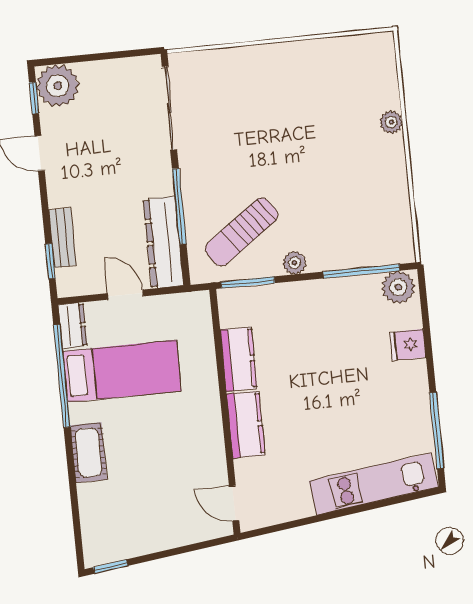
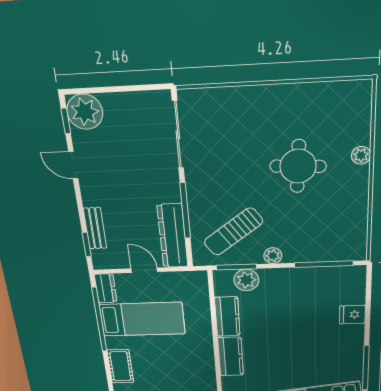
round table: (317, 140) -> (298, 166), added
plant: (398, 287) -> (246, 280), moved

